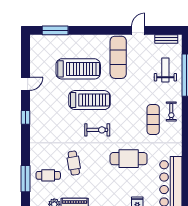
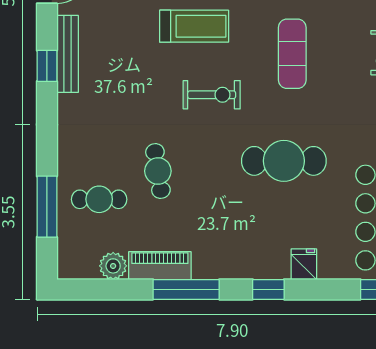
treadmill: (90, 100) -> (194, 26), width x0.73, depth x0.73
bench: (34, 112) -> (68, 54), added
exercise mat: (153, 120) -> (292, 54), moved

